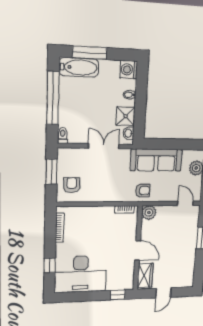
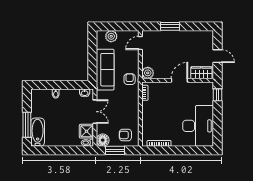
washing machine: (129, 69) -> (37, 95), removed
window: (53, 98) -> (60, 150), removed
shower: (126, 116) -> (86, 131), moved
double door: (104, 146) -> (95, 112), swing flipped
floor lamp: (66, 156) -> (103, 140), added
window: (50, 265) -> (190, 150), removed

